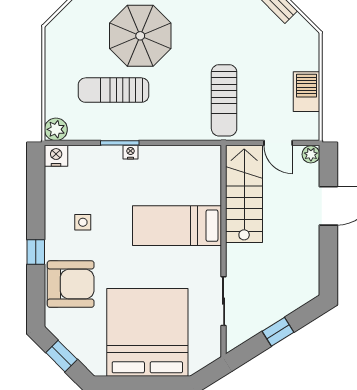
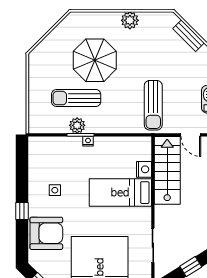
plant: (56, 129) -> (77, 125), moved
nightstand: (56, 156) -> (144, 169), moved, turned 90

